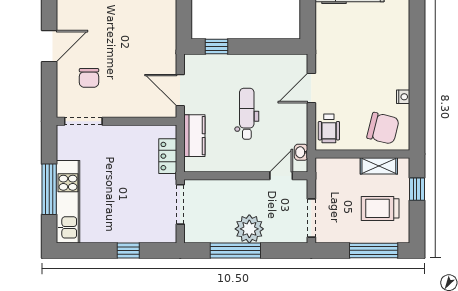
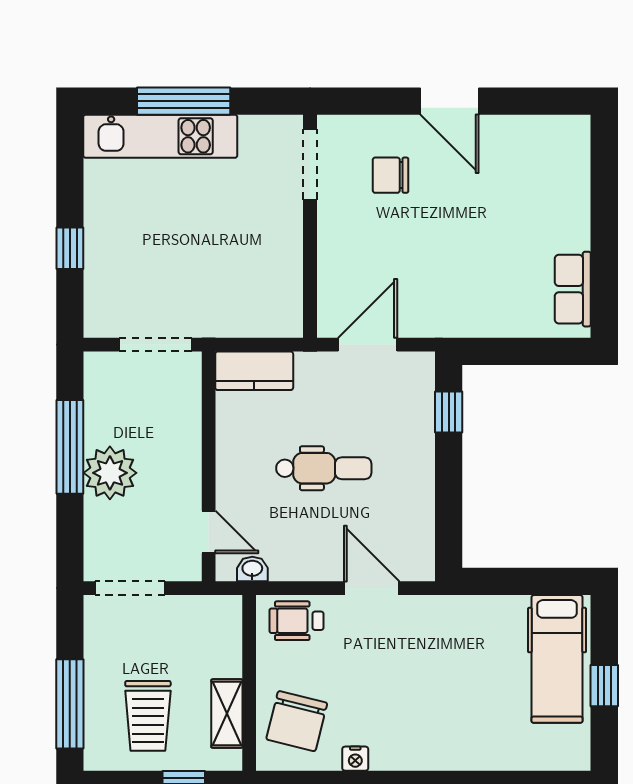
kitchen counter: (194, 136) -> (254, 371), moved
locker: (168, 156) -> (245, 321), removed
trolley: (380, 208) -> (148, 716), turned 180

